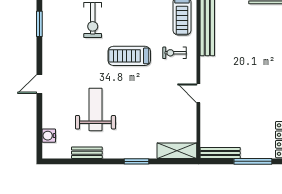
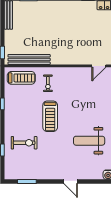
door: (198, 93) -> (99, 66), moved

